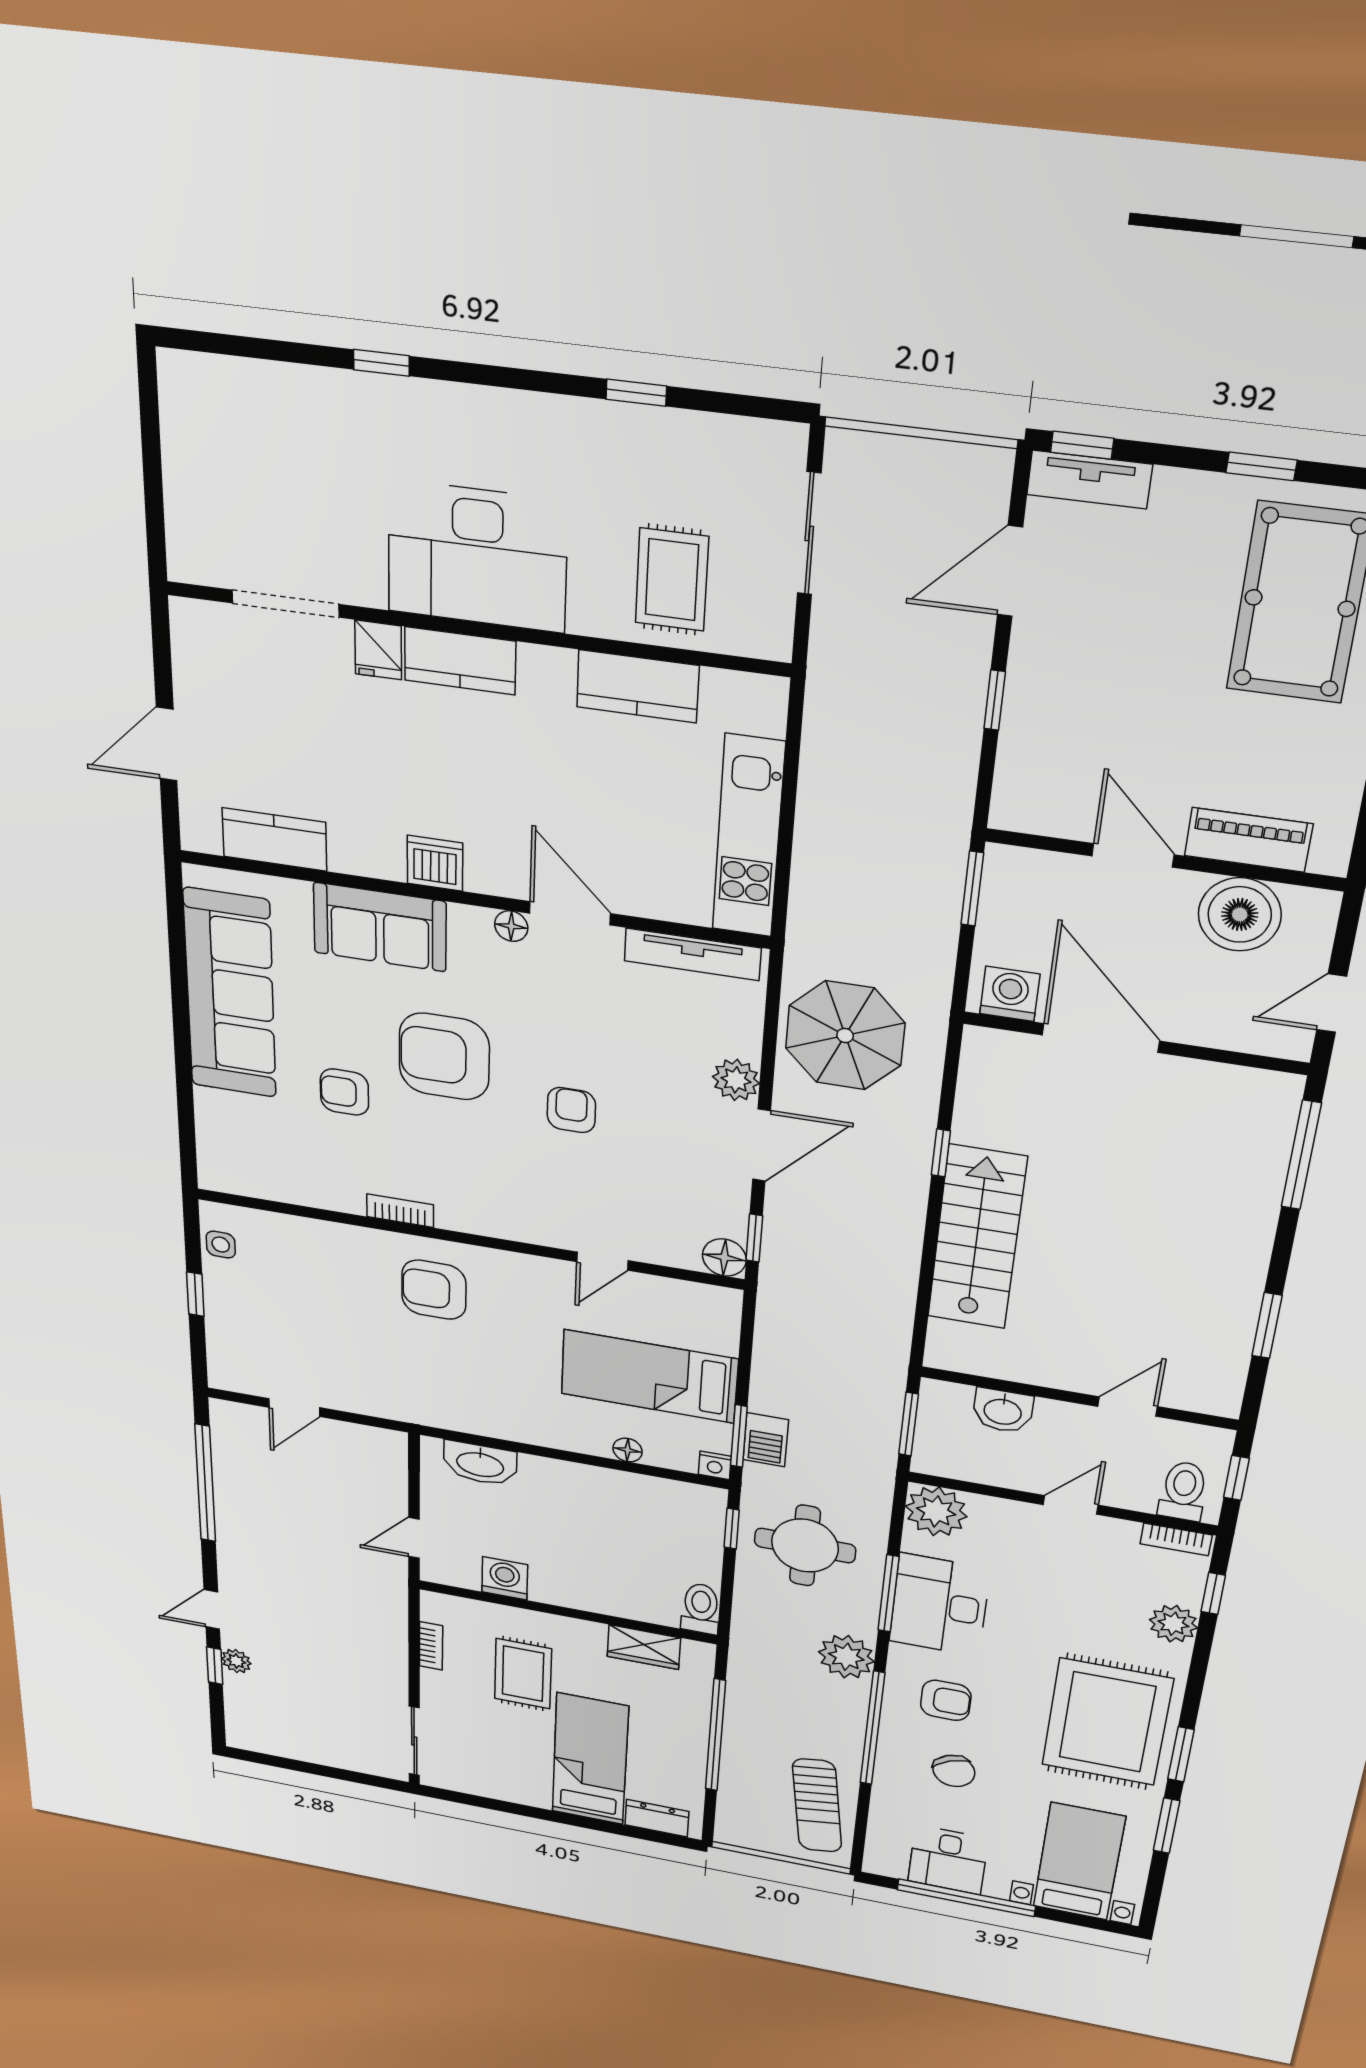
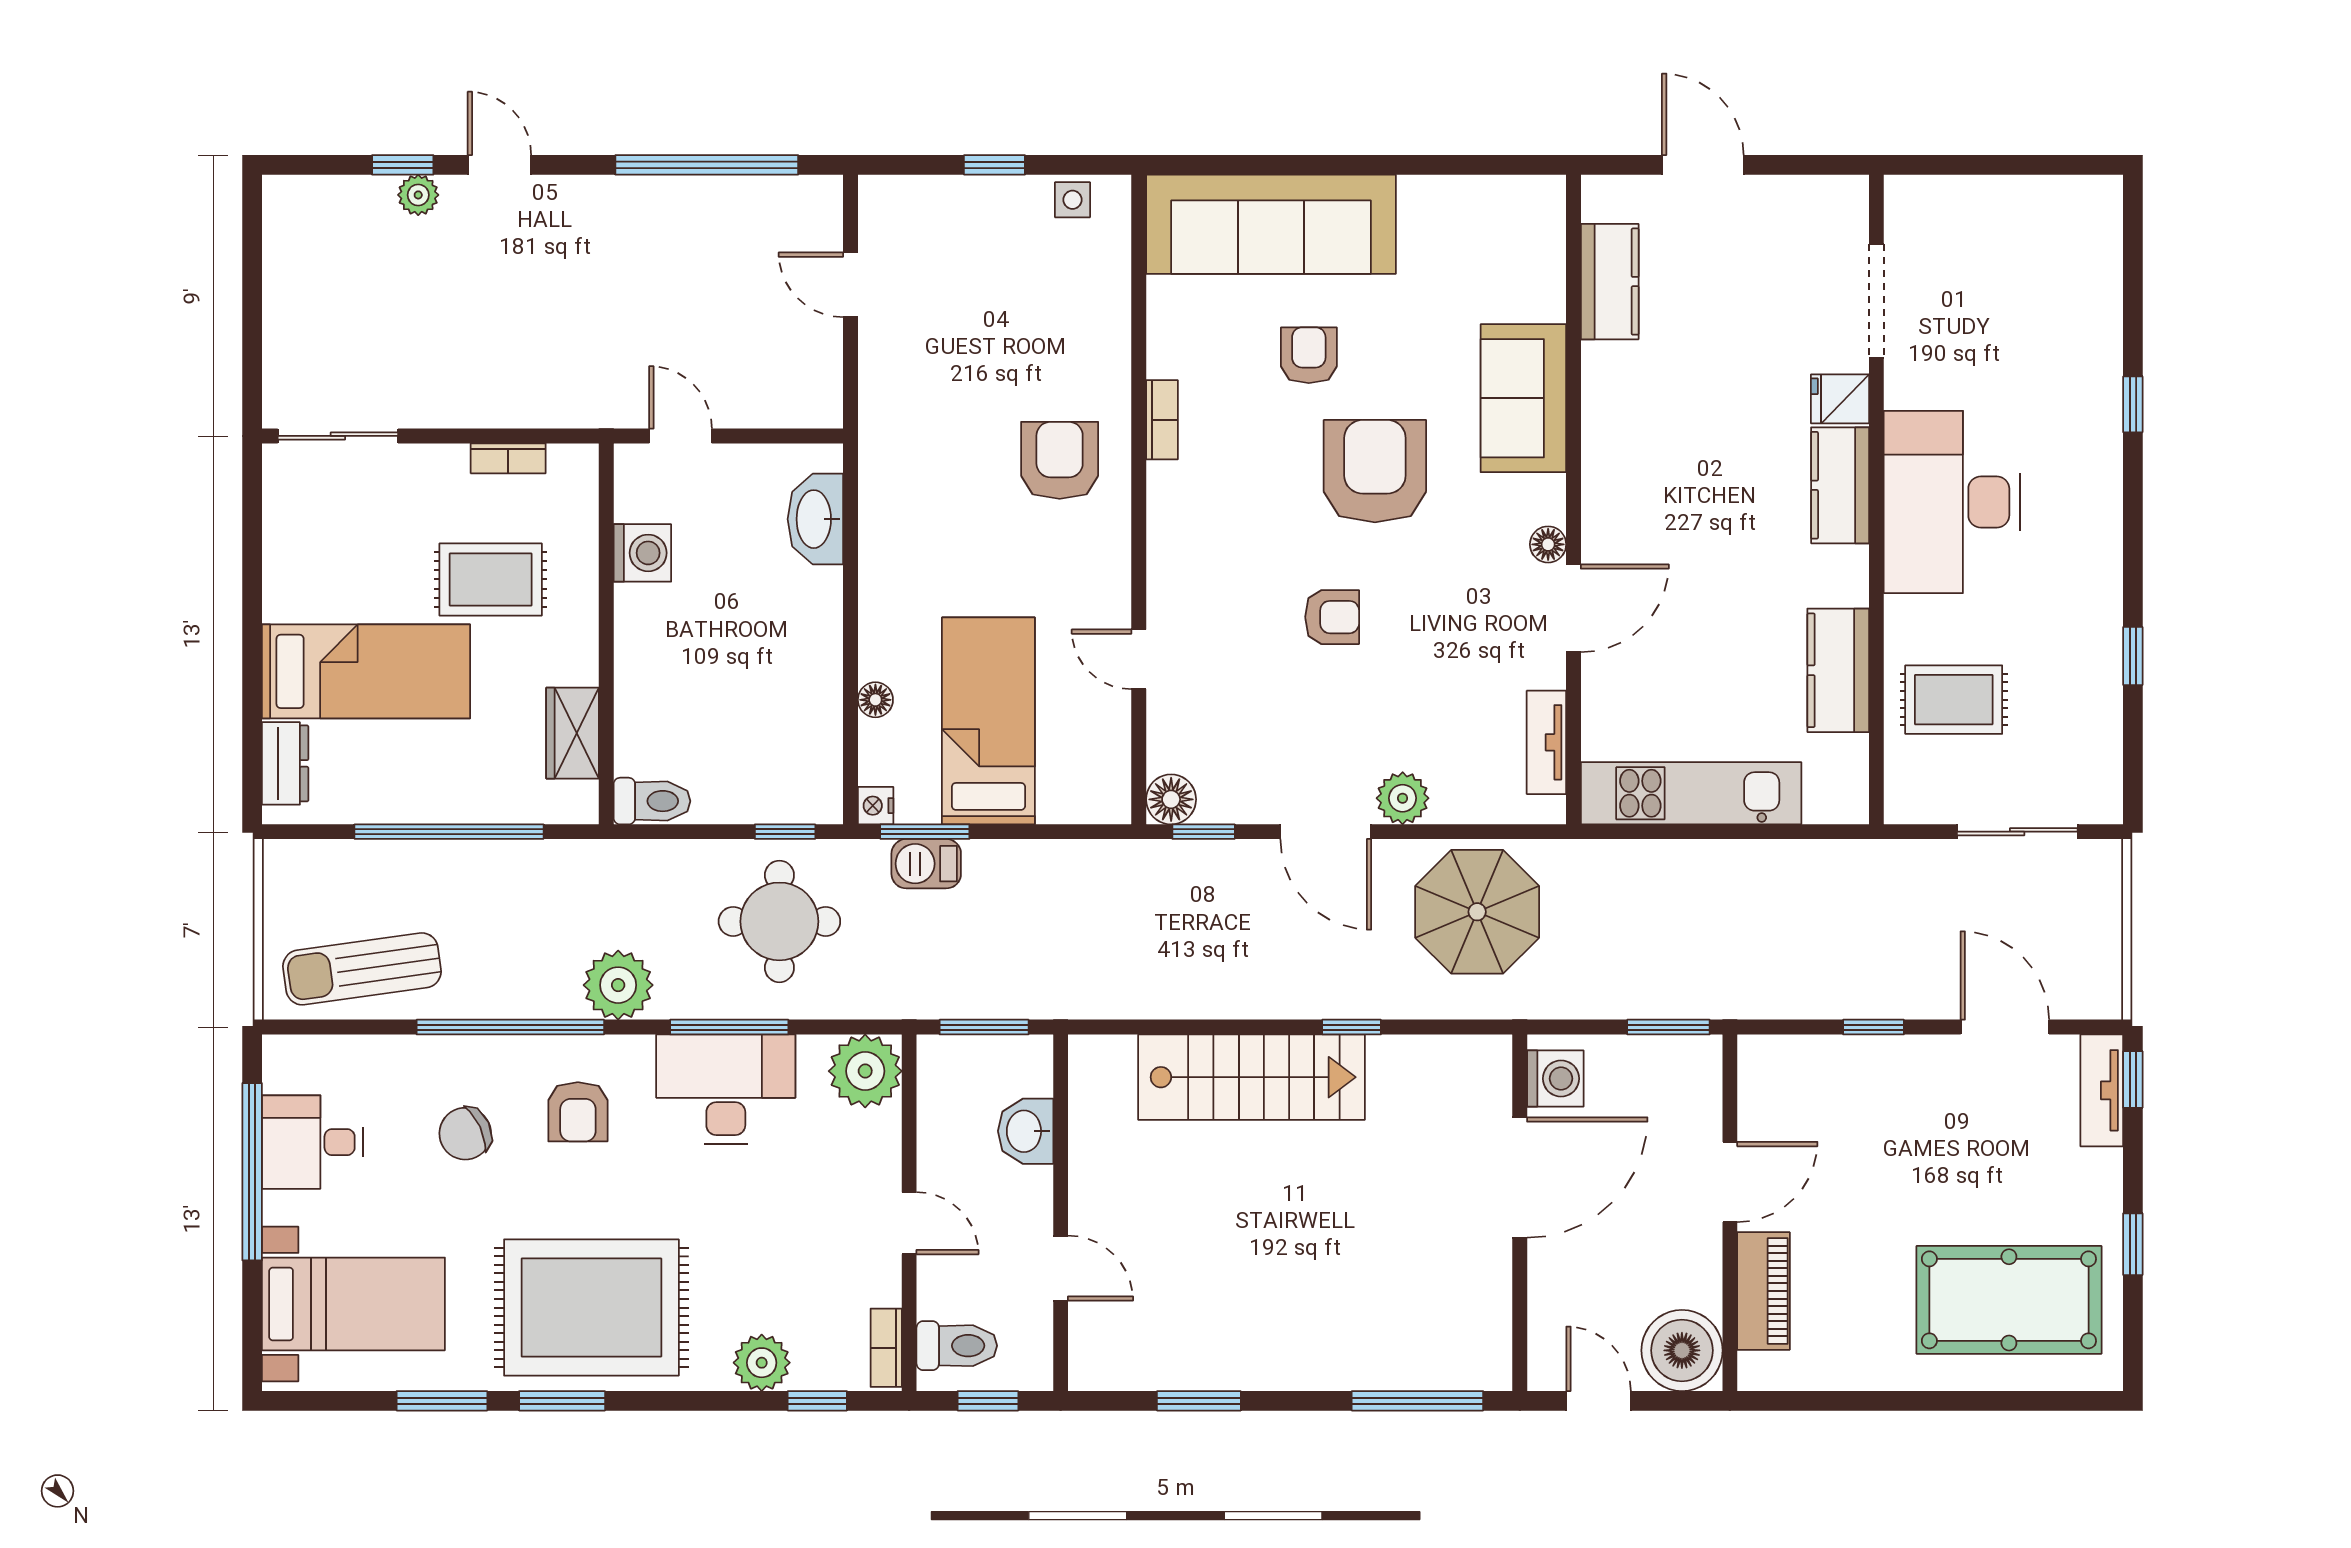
dishwasher: (435, 863) -> (1609, 460), removed
boiler: (1240, 914) -> (1682, 1350), moved
tv unit: (692, 954) -> (1546, 742), width x0.71
sofa: (230, 994) -> (1271, 224), moved

